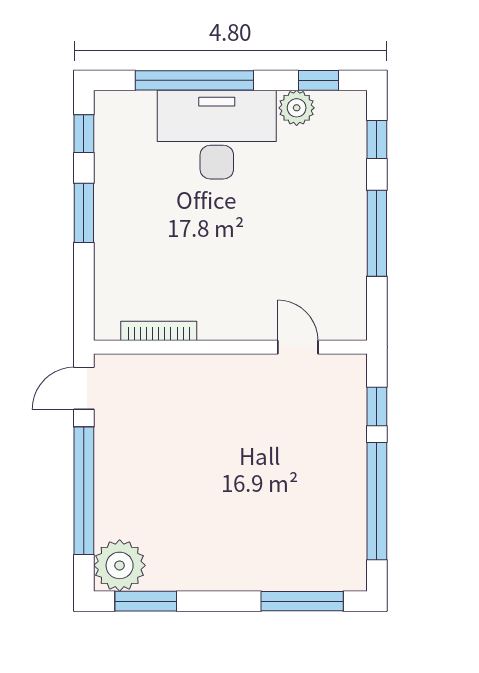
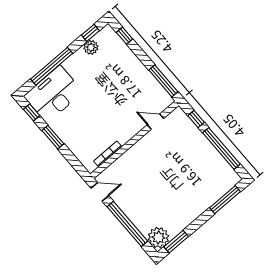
desk: (217, 135) -> (53, 94), moved
window: (377, 233) -> (163, 81), moved
door: (84, 388) -> (100, 192), swing flipped

